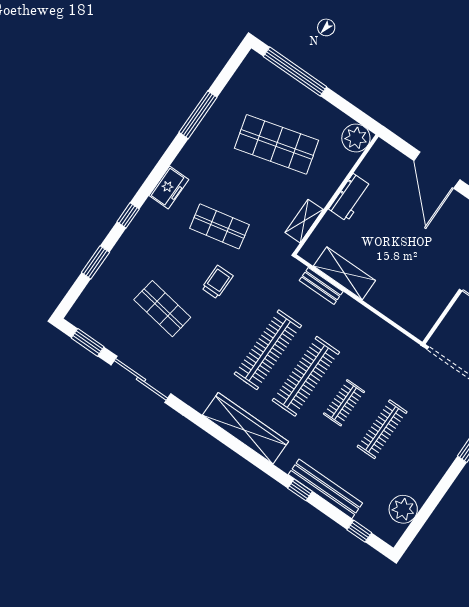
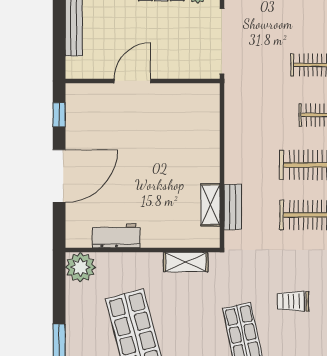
workbench: (350, 198) -> (116, 236), moved
shelving: (344, 273) -> (210, 205), width x0.67, depth x0.75

